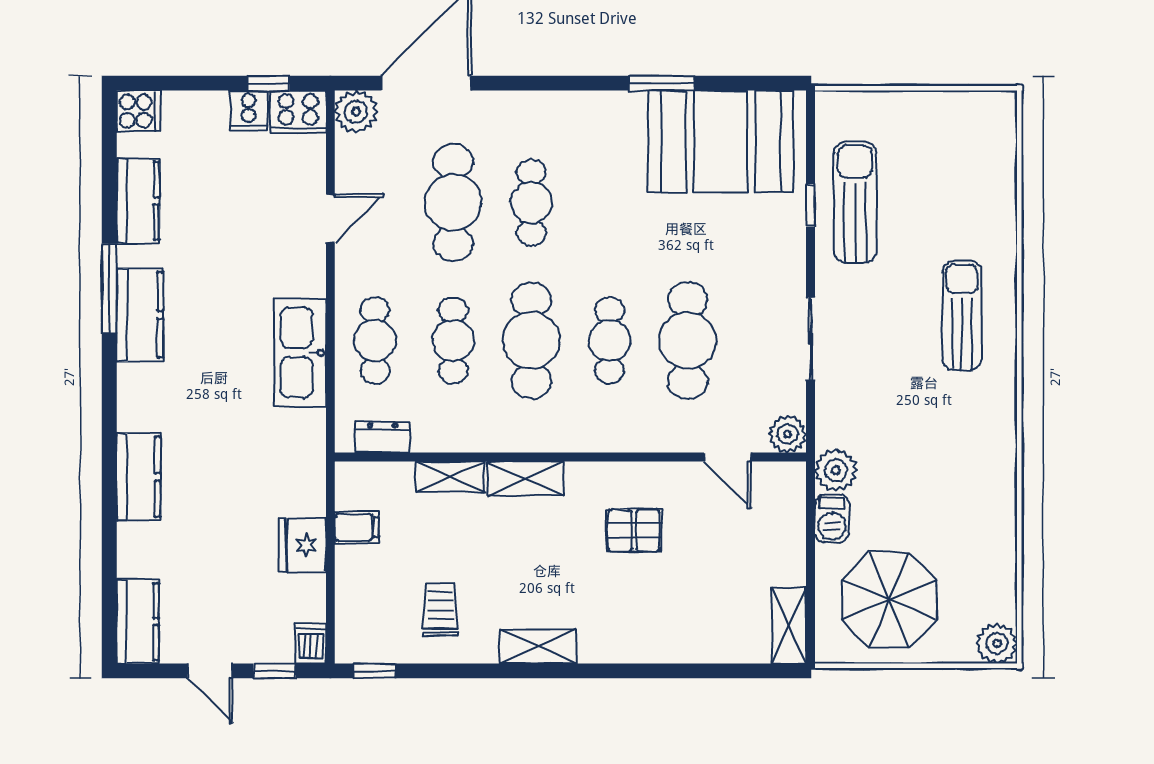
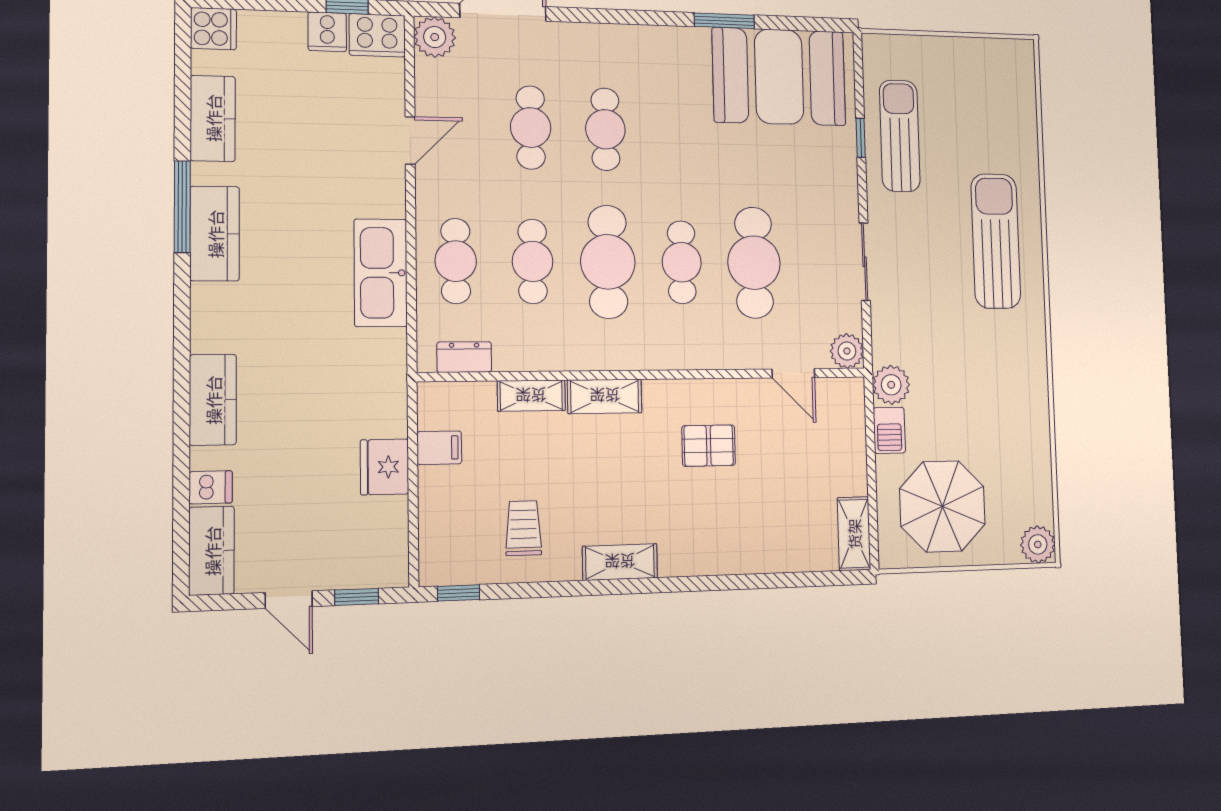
cafe table: (453, 203) -> (531, 128), width x0.73, depth x0.74
sun lounger: (962, 316) -> (996, 241), width x1.36, depth x1.34
dishwasher: (310, 643) -> (211, 487), moved, turned 90

